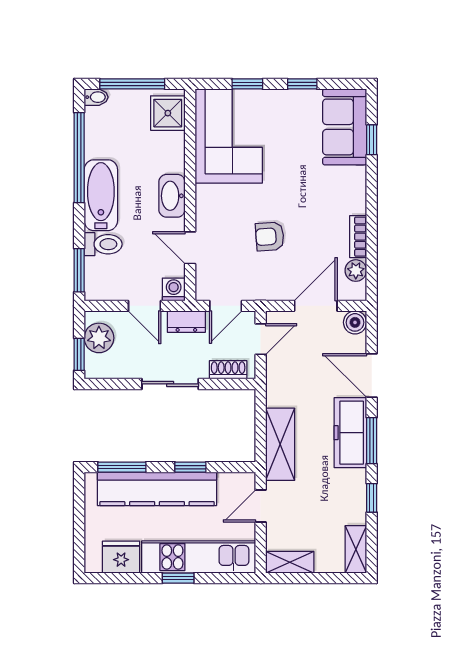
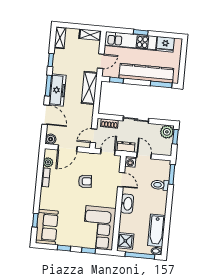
window: (79, 158) -> (167, 225), removed
bathtub: (101, 195) -> (157, 230), moved
plant: (99, 338) -> (167, 132), moved
window: (190, 467) -> (116, 80), moved

